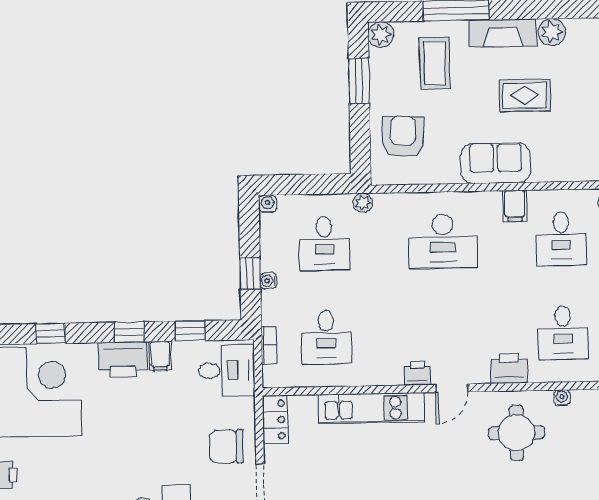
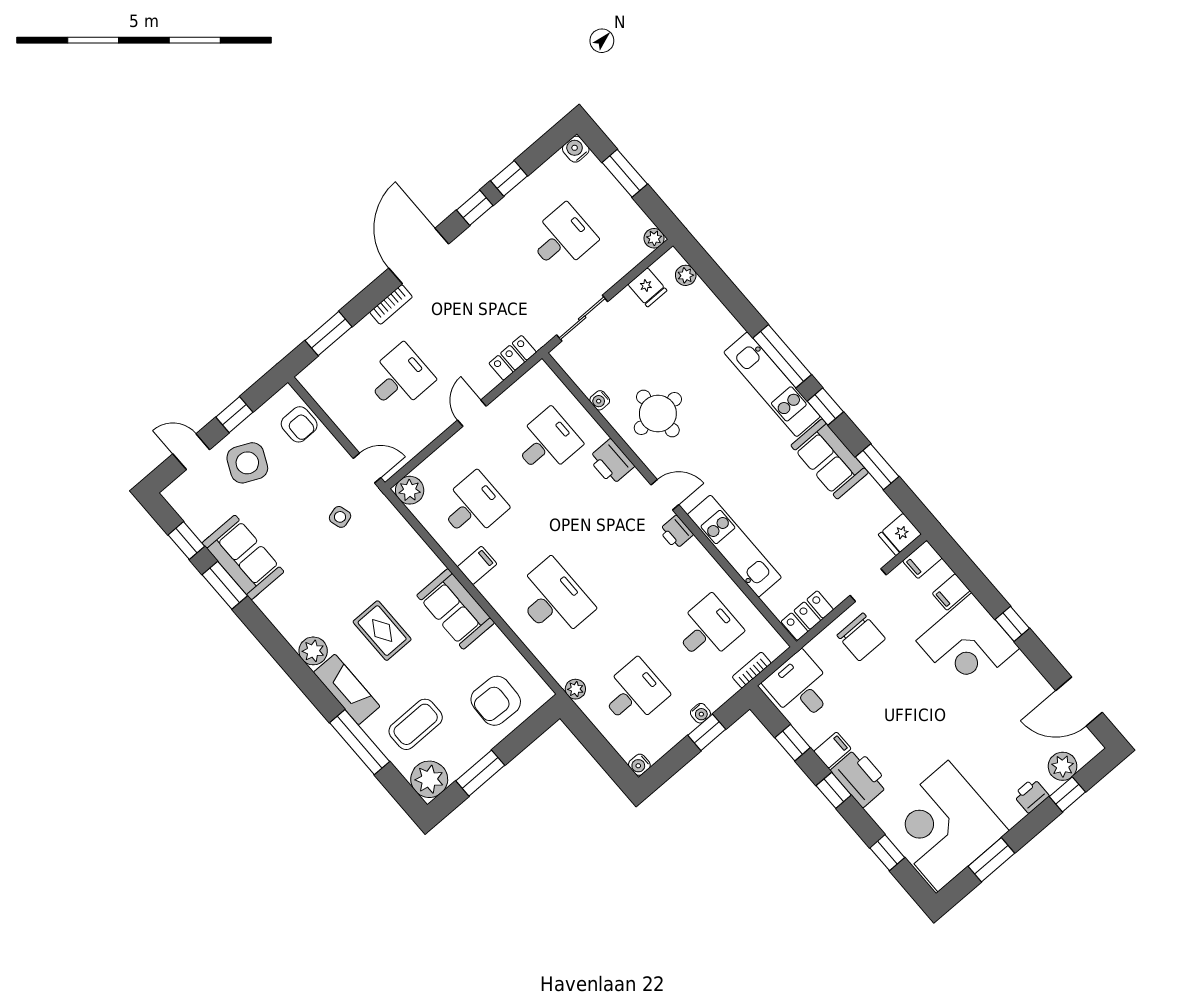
plant: (381, 35) -> (429, 779), width x1.36, depth x1.36

